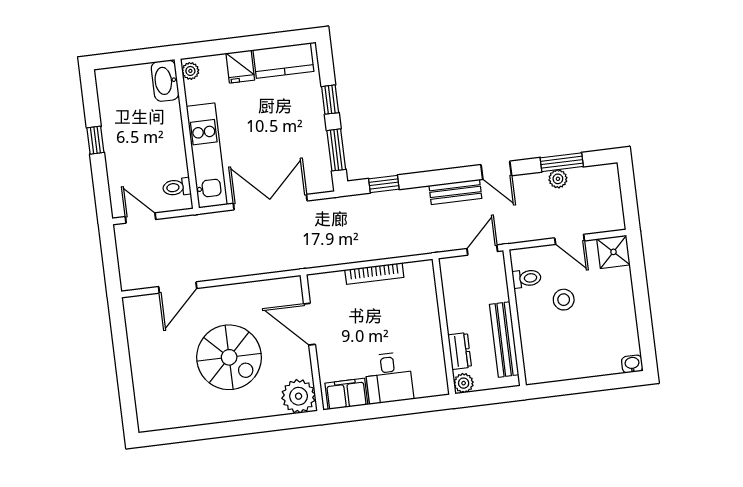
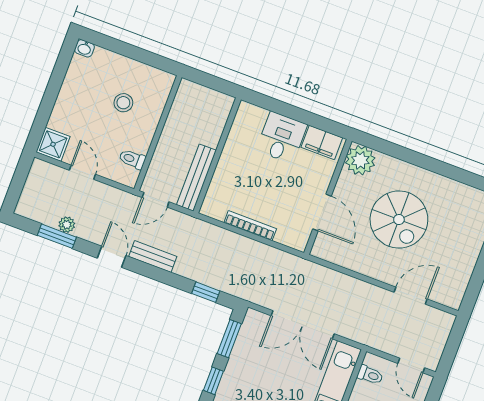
stool: (564, 300) -> (123, 103), moved
bench: (504, 340) -> (196, 178), moved
dresser: (460, 351) -> (215, 130), removed
spiral stairs: (229, 357) -> (399, 220), turned 180
plant: (464, 383) -> (225, 103), removed

